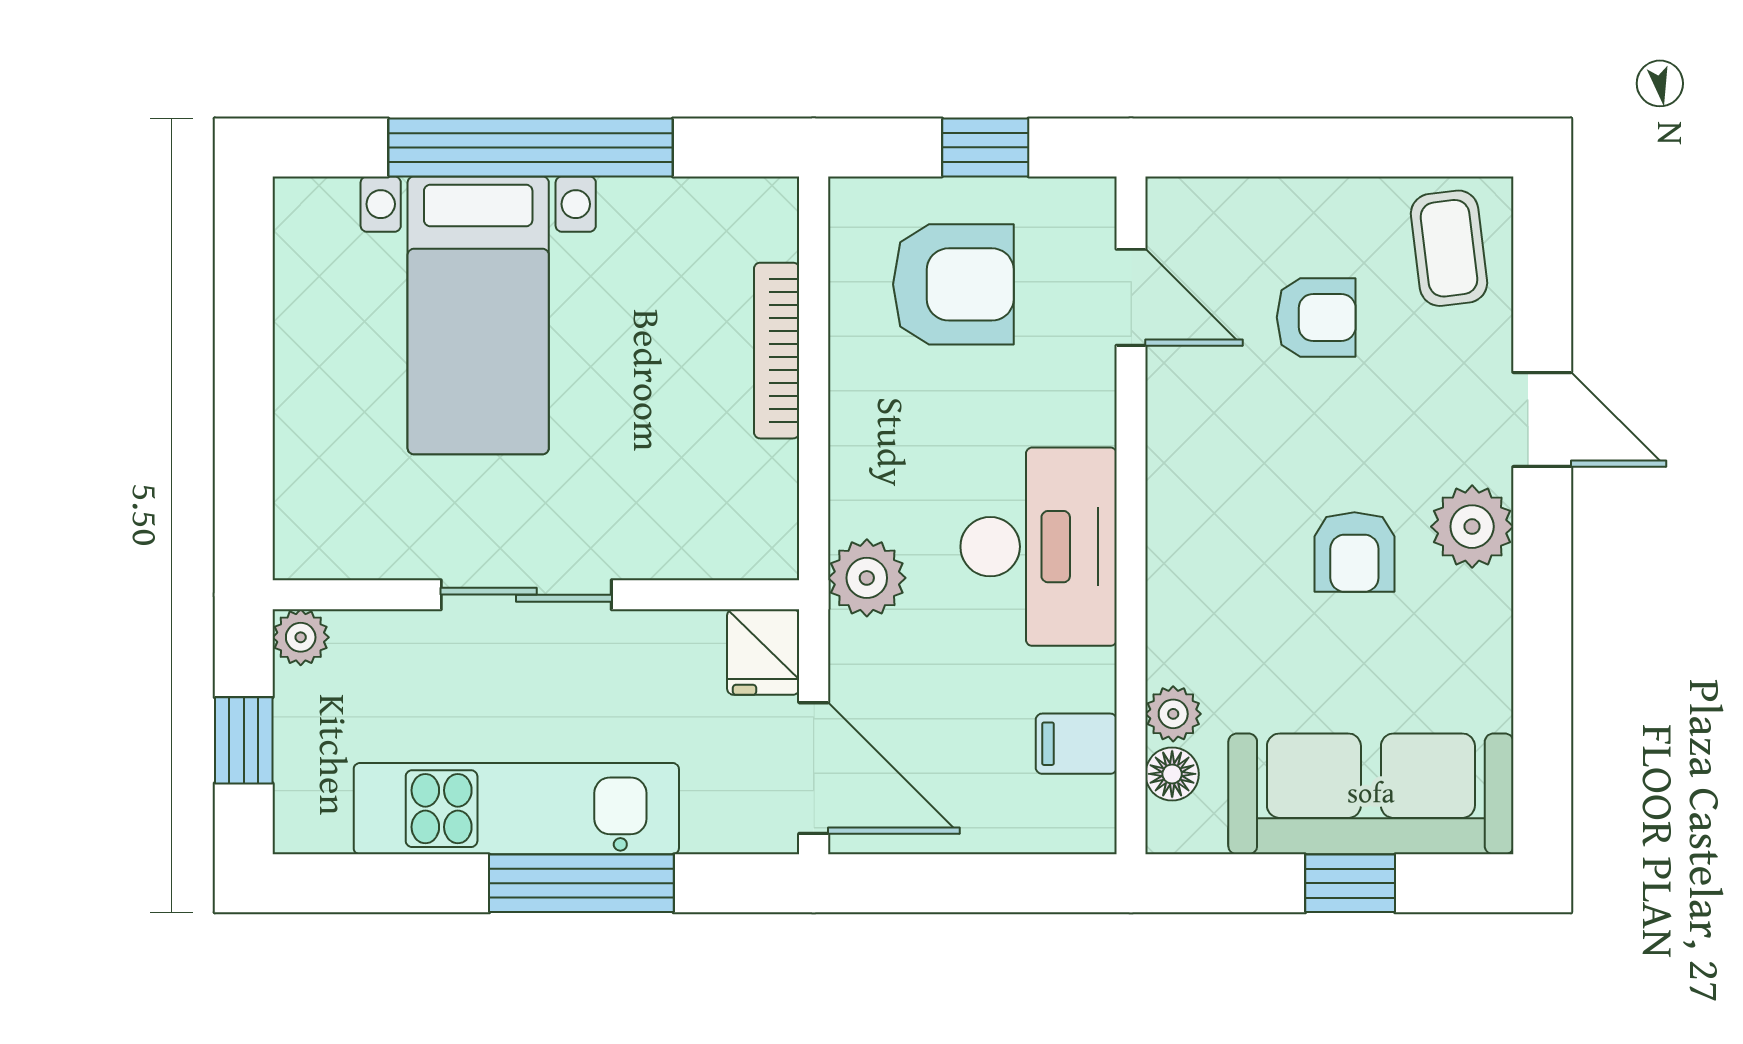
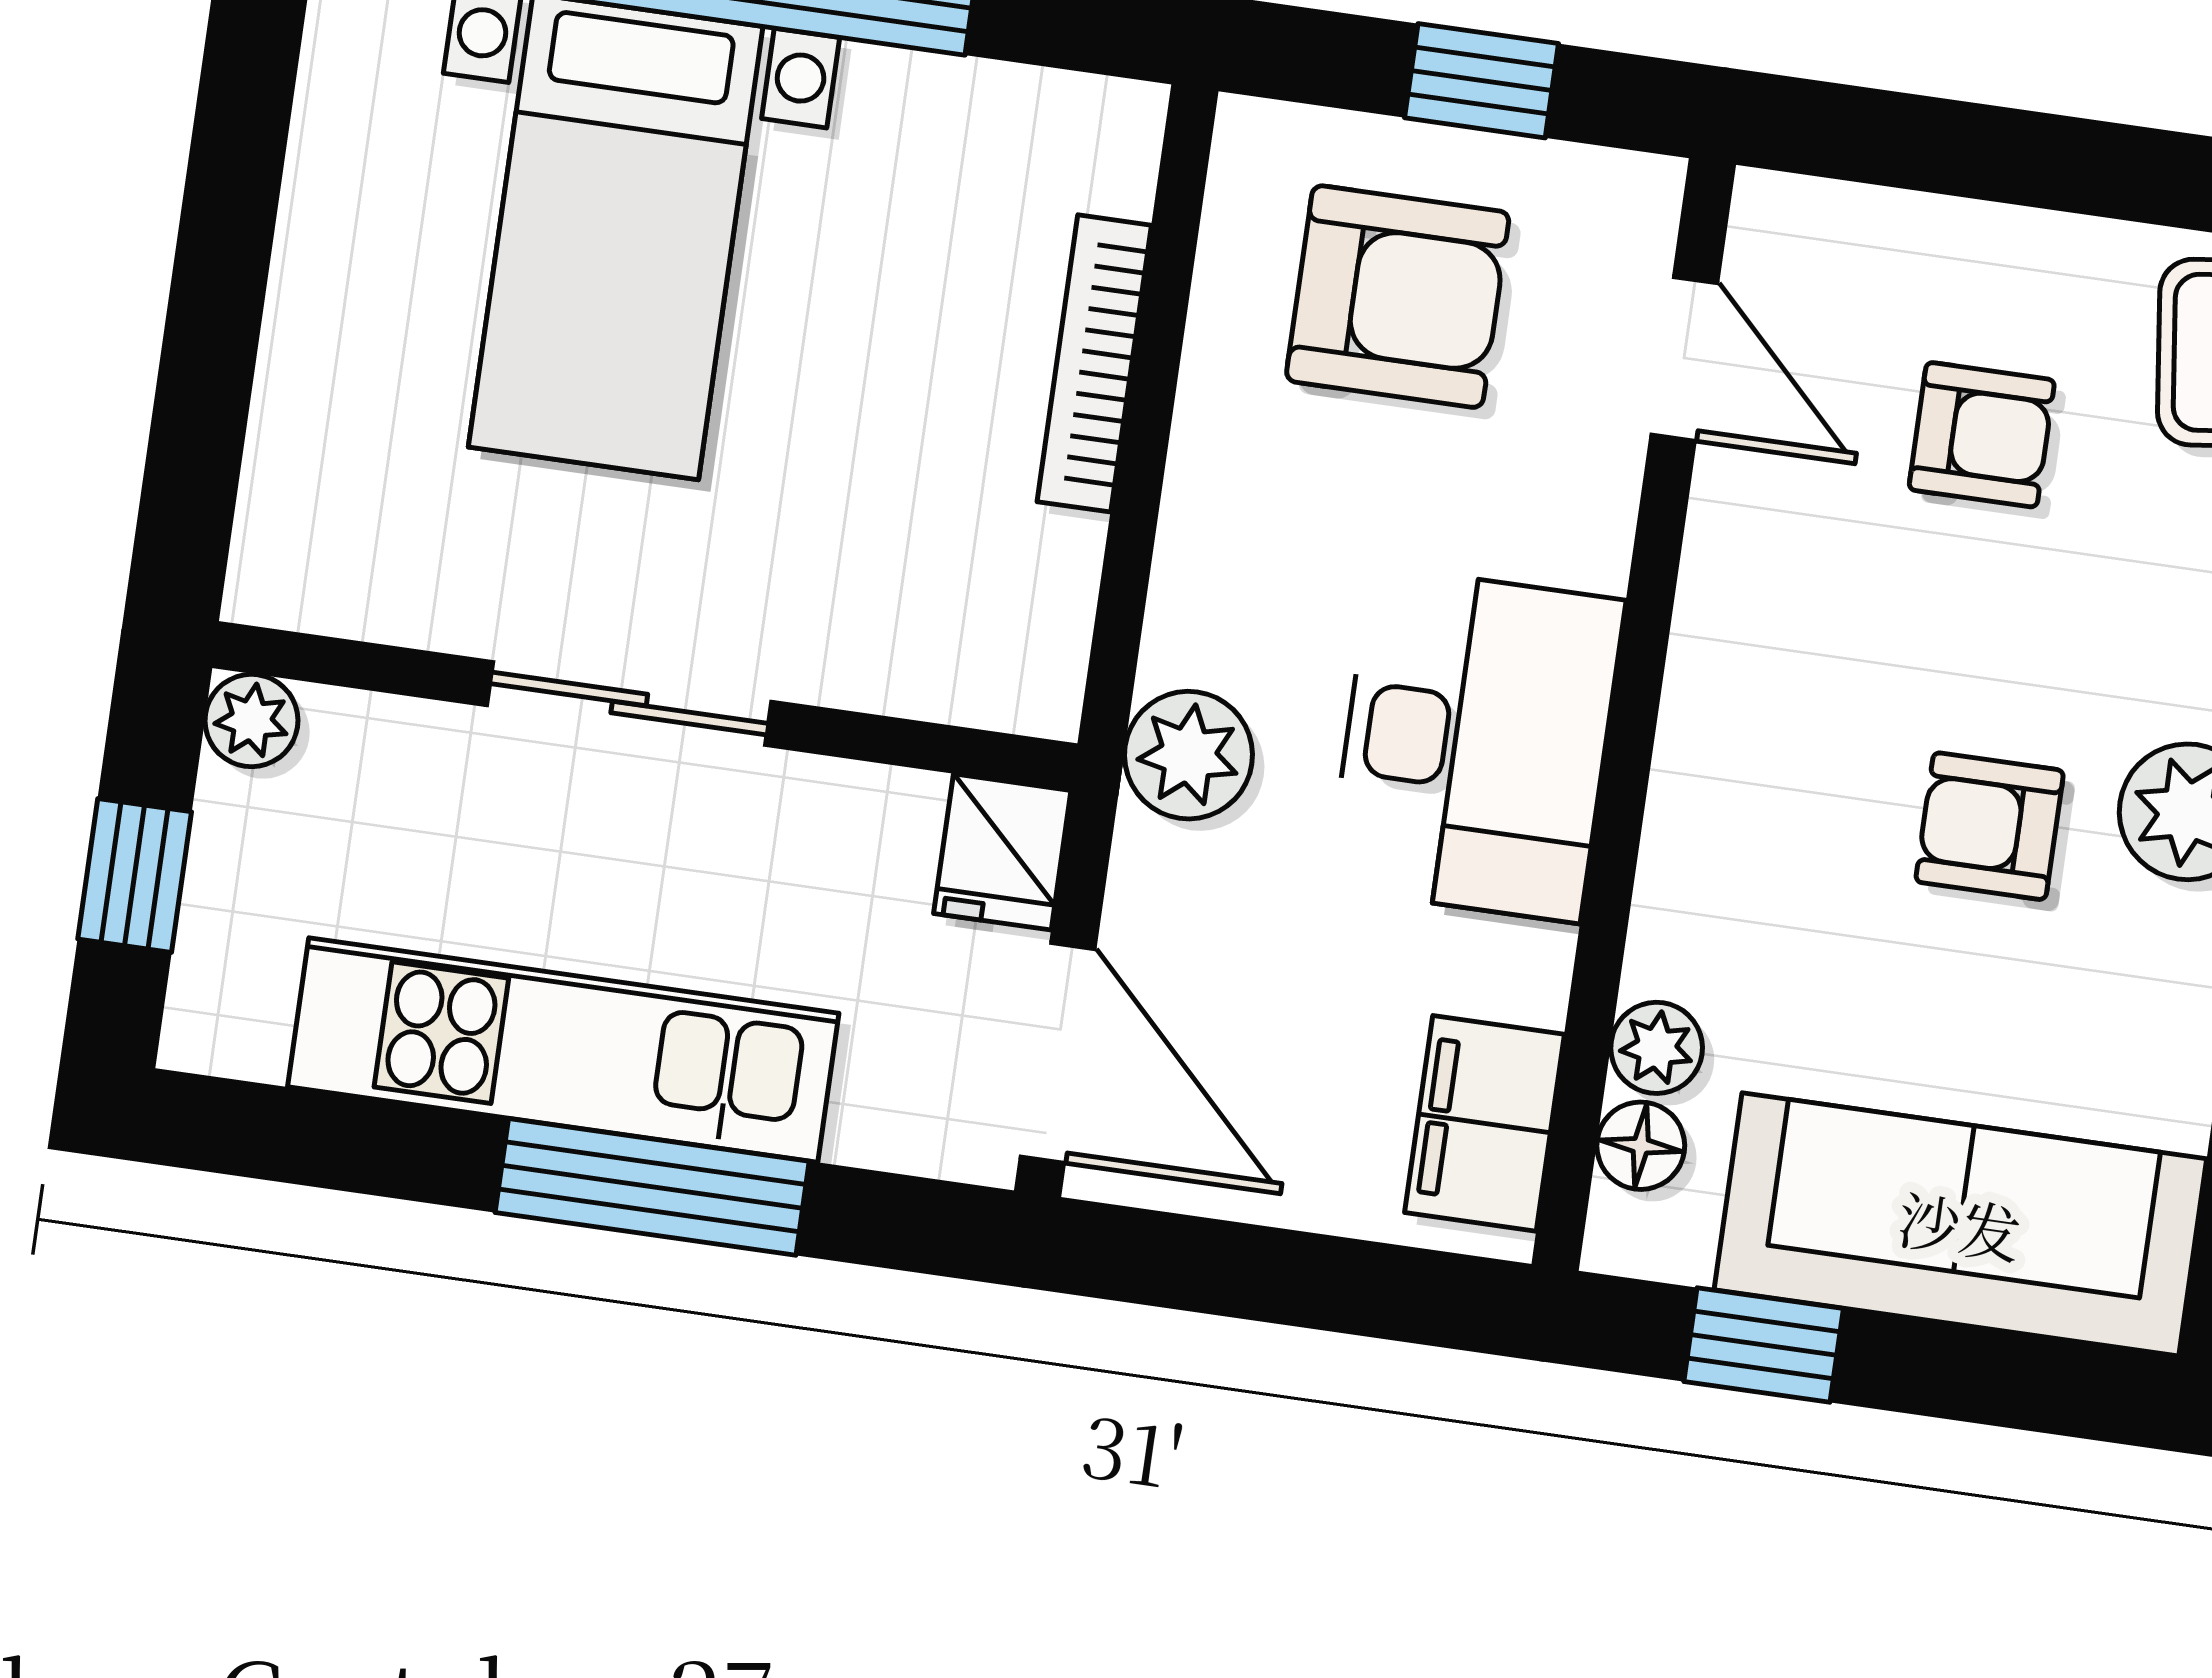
armchair: (1354, 552) -> (1990, 826), turned 90
filing cabinet: (1076, 744) -> (1484, 1123), width x2.00
window: (1350, 883) -> (1764, 1345), moved

